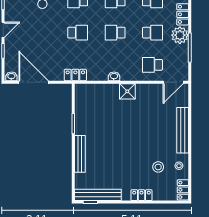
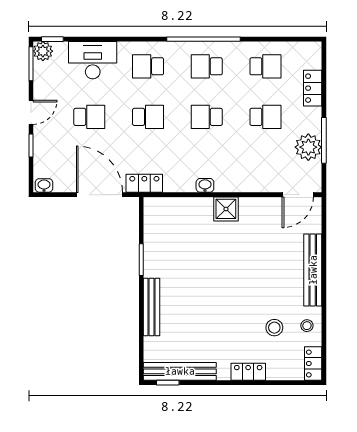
plant: (180, 35) -> (308, 147), moved
school desk: (152, 65) -> (89, 117), moved, turned 180
door: (34, 82) -> (100, 195), moved

